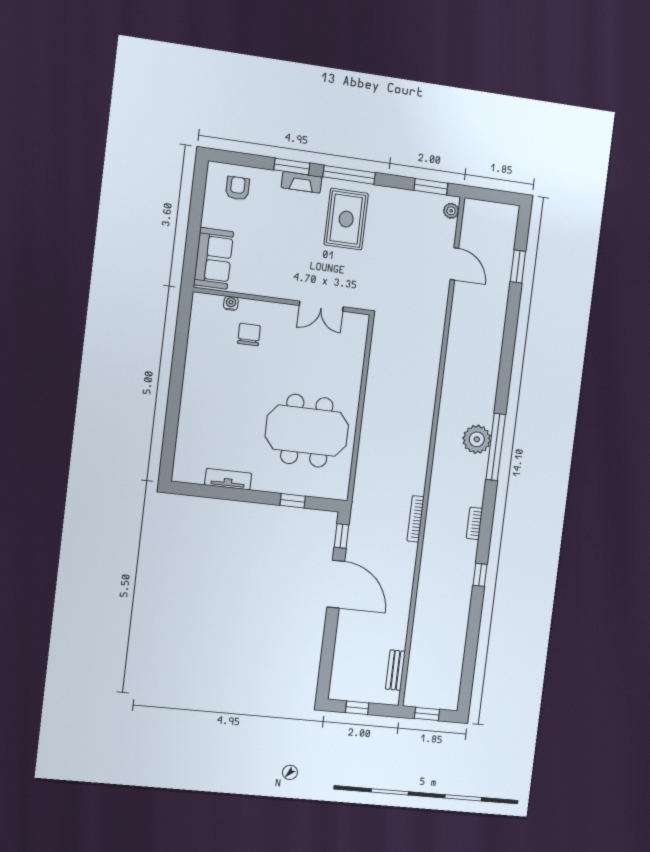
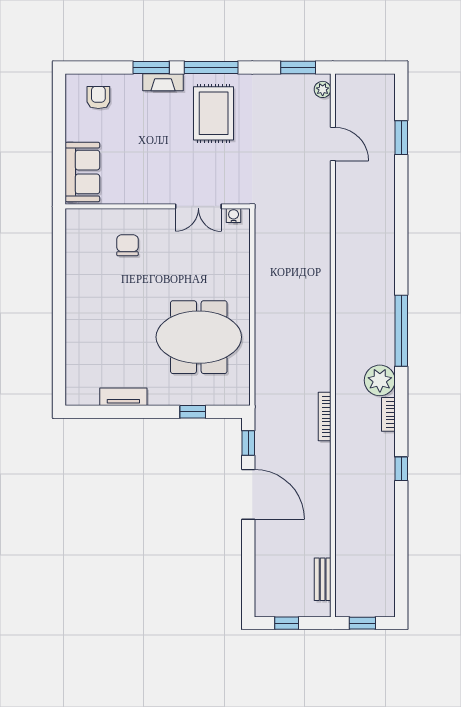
water cooler: (231, 303) -> (234, 215), moved
plant: (477, 439) -> (380, 380), moved

